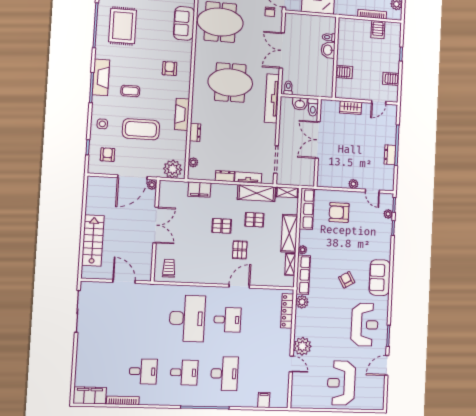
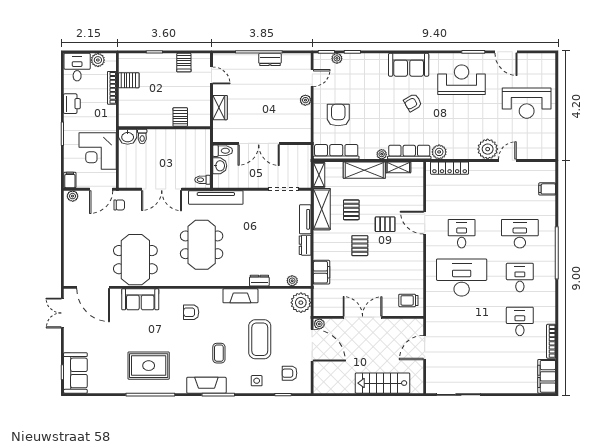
washbasin: (328, 50) -> (128, 137), moved
armchair: (339, 212) -> (338, 115), turned 180

